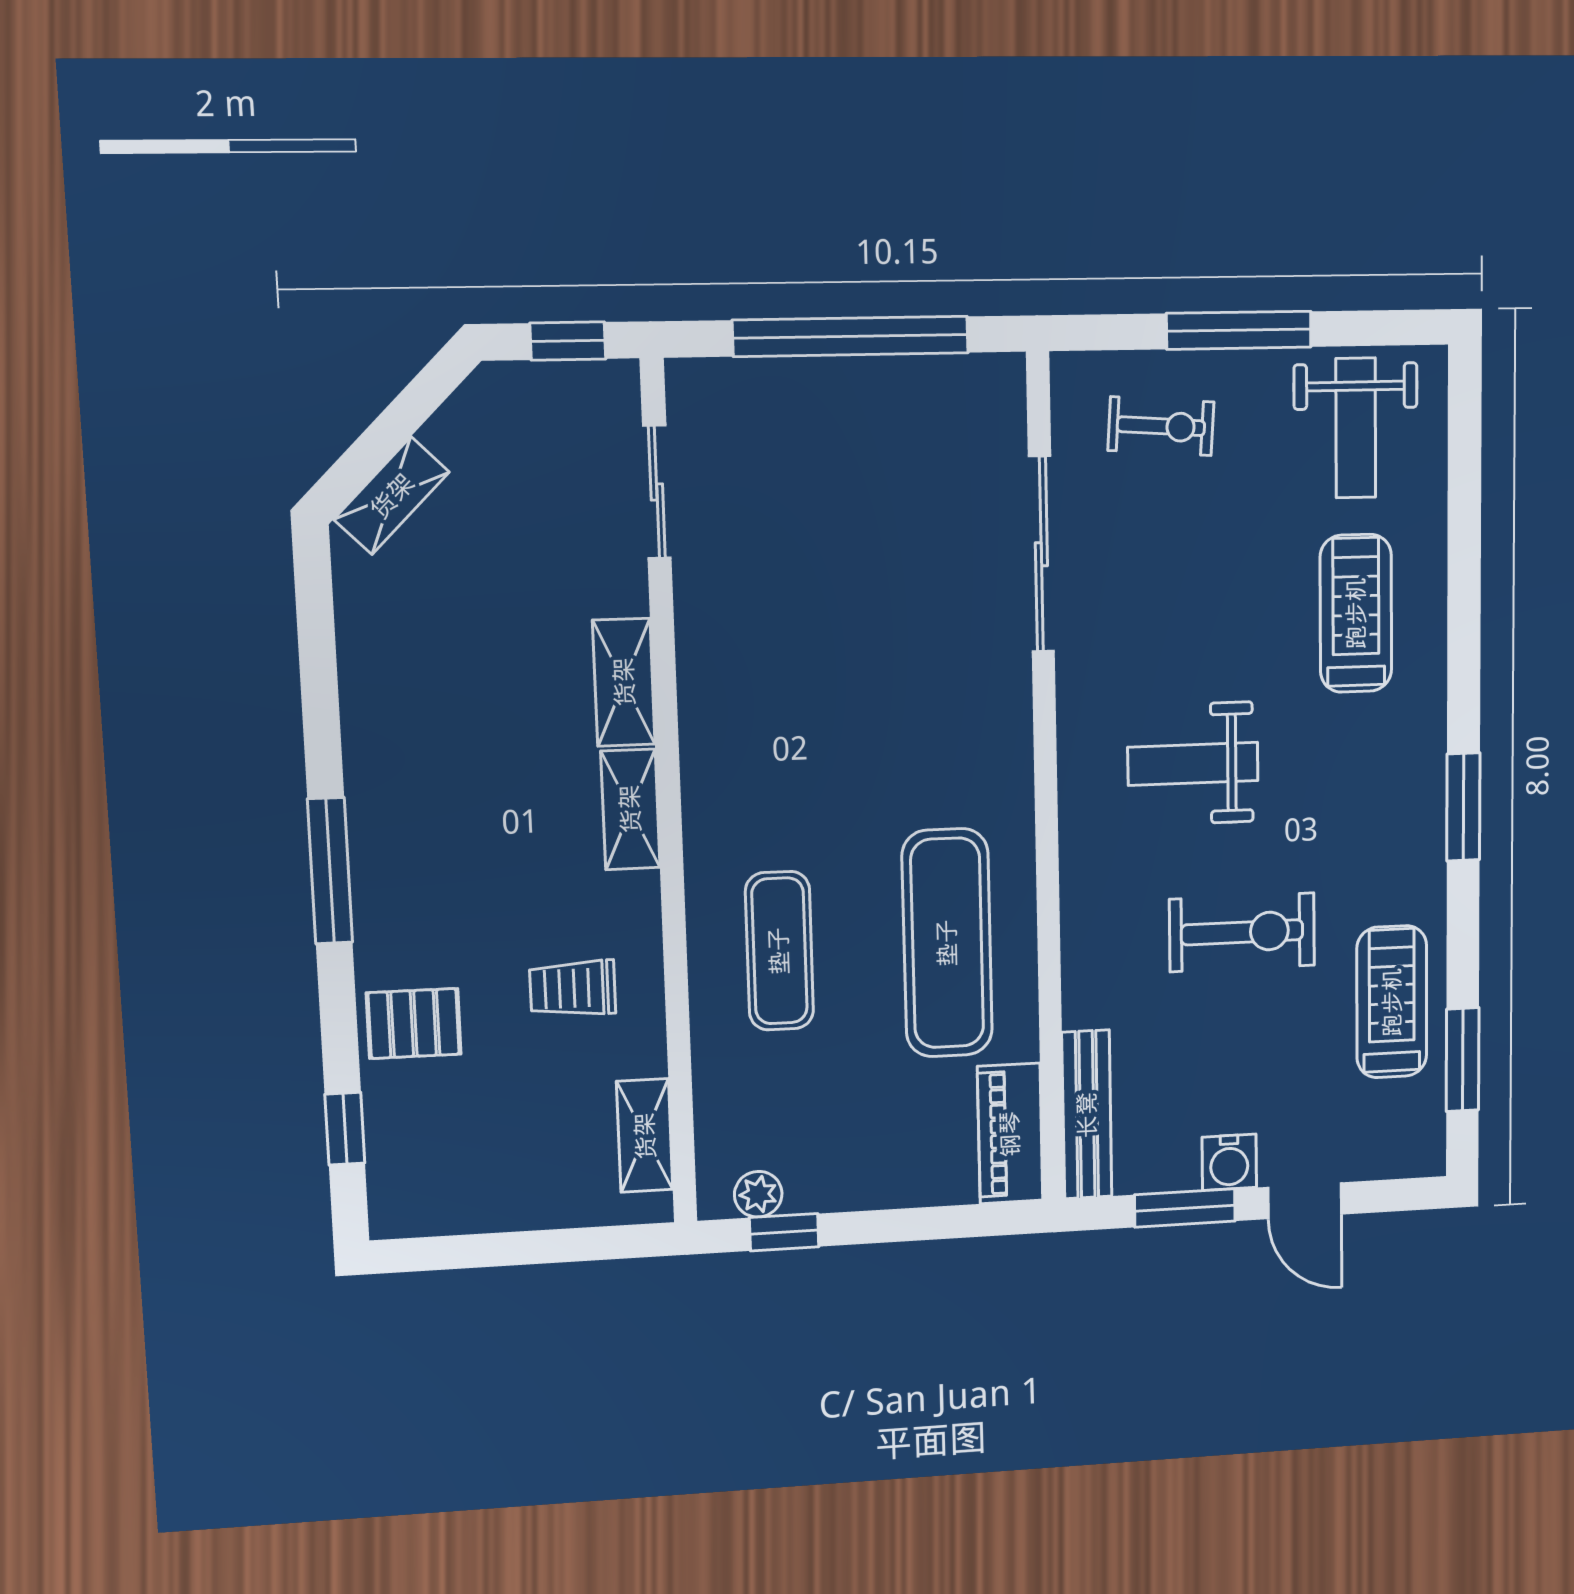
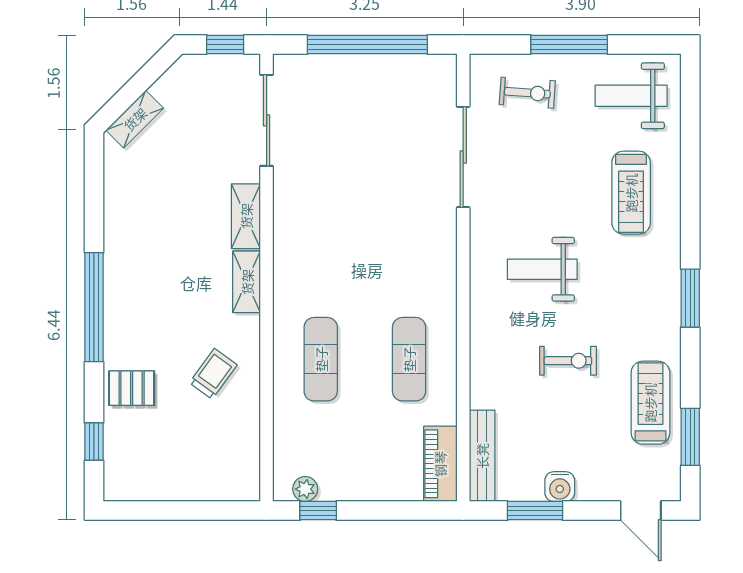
weight bench: (1356, 428) -> (631, 96), turned 90
sliding door: (657, 492) -> (267, 120), width x1.37
treadmill: (1356, 613) -> (631, 193), turned 180
window: (330, 871) -> (94, 307), width x1.46
exercise bike: (1242, 932) -> (568, 361), width x0.73, depth x0.72
exercise mat: (947, 943) -> (409, 359), width x0.73, depth x0.69
trolley: (573, 988) -> (213, 374), turned 126
shelving: (645, 1136) -> (247, 454), removed
door: (1305, 1201) -> (641, 511), moved

